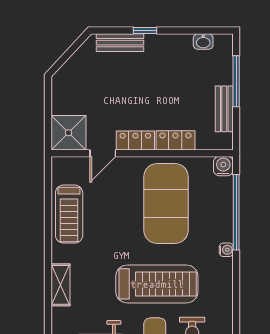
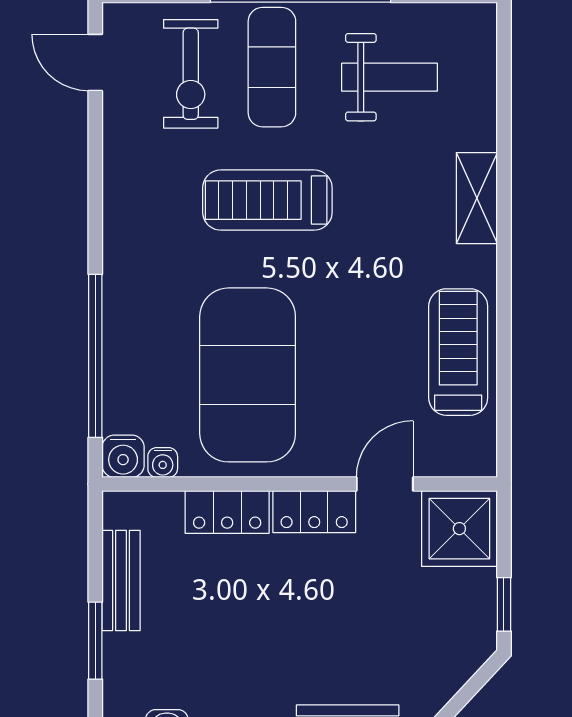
window: (236, 81) -> (95, 641), width x0.69
window: (48, 98) -> (504, 604), added
water cooler: (226, 250) -> (163, 463), moved, turned -90
treadmill: (157, 284) -> (267, 200), width x0.73, depth x0.73

